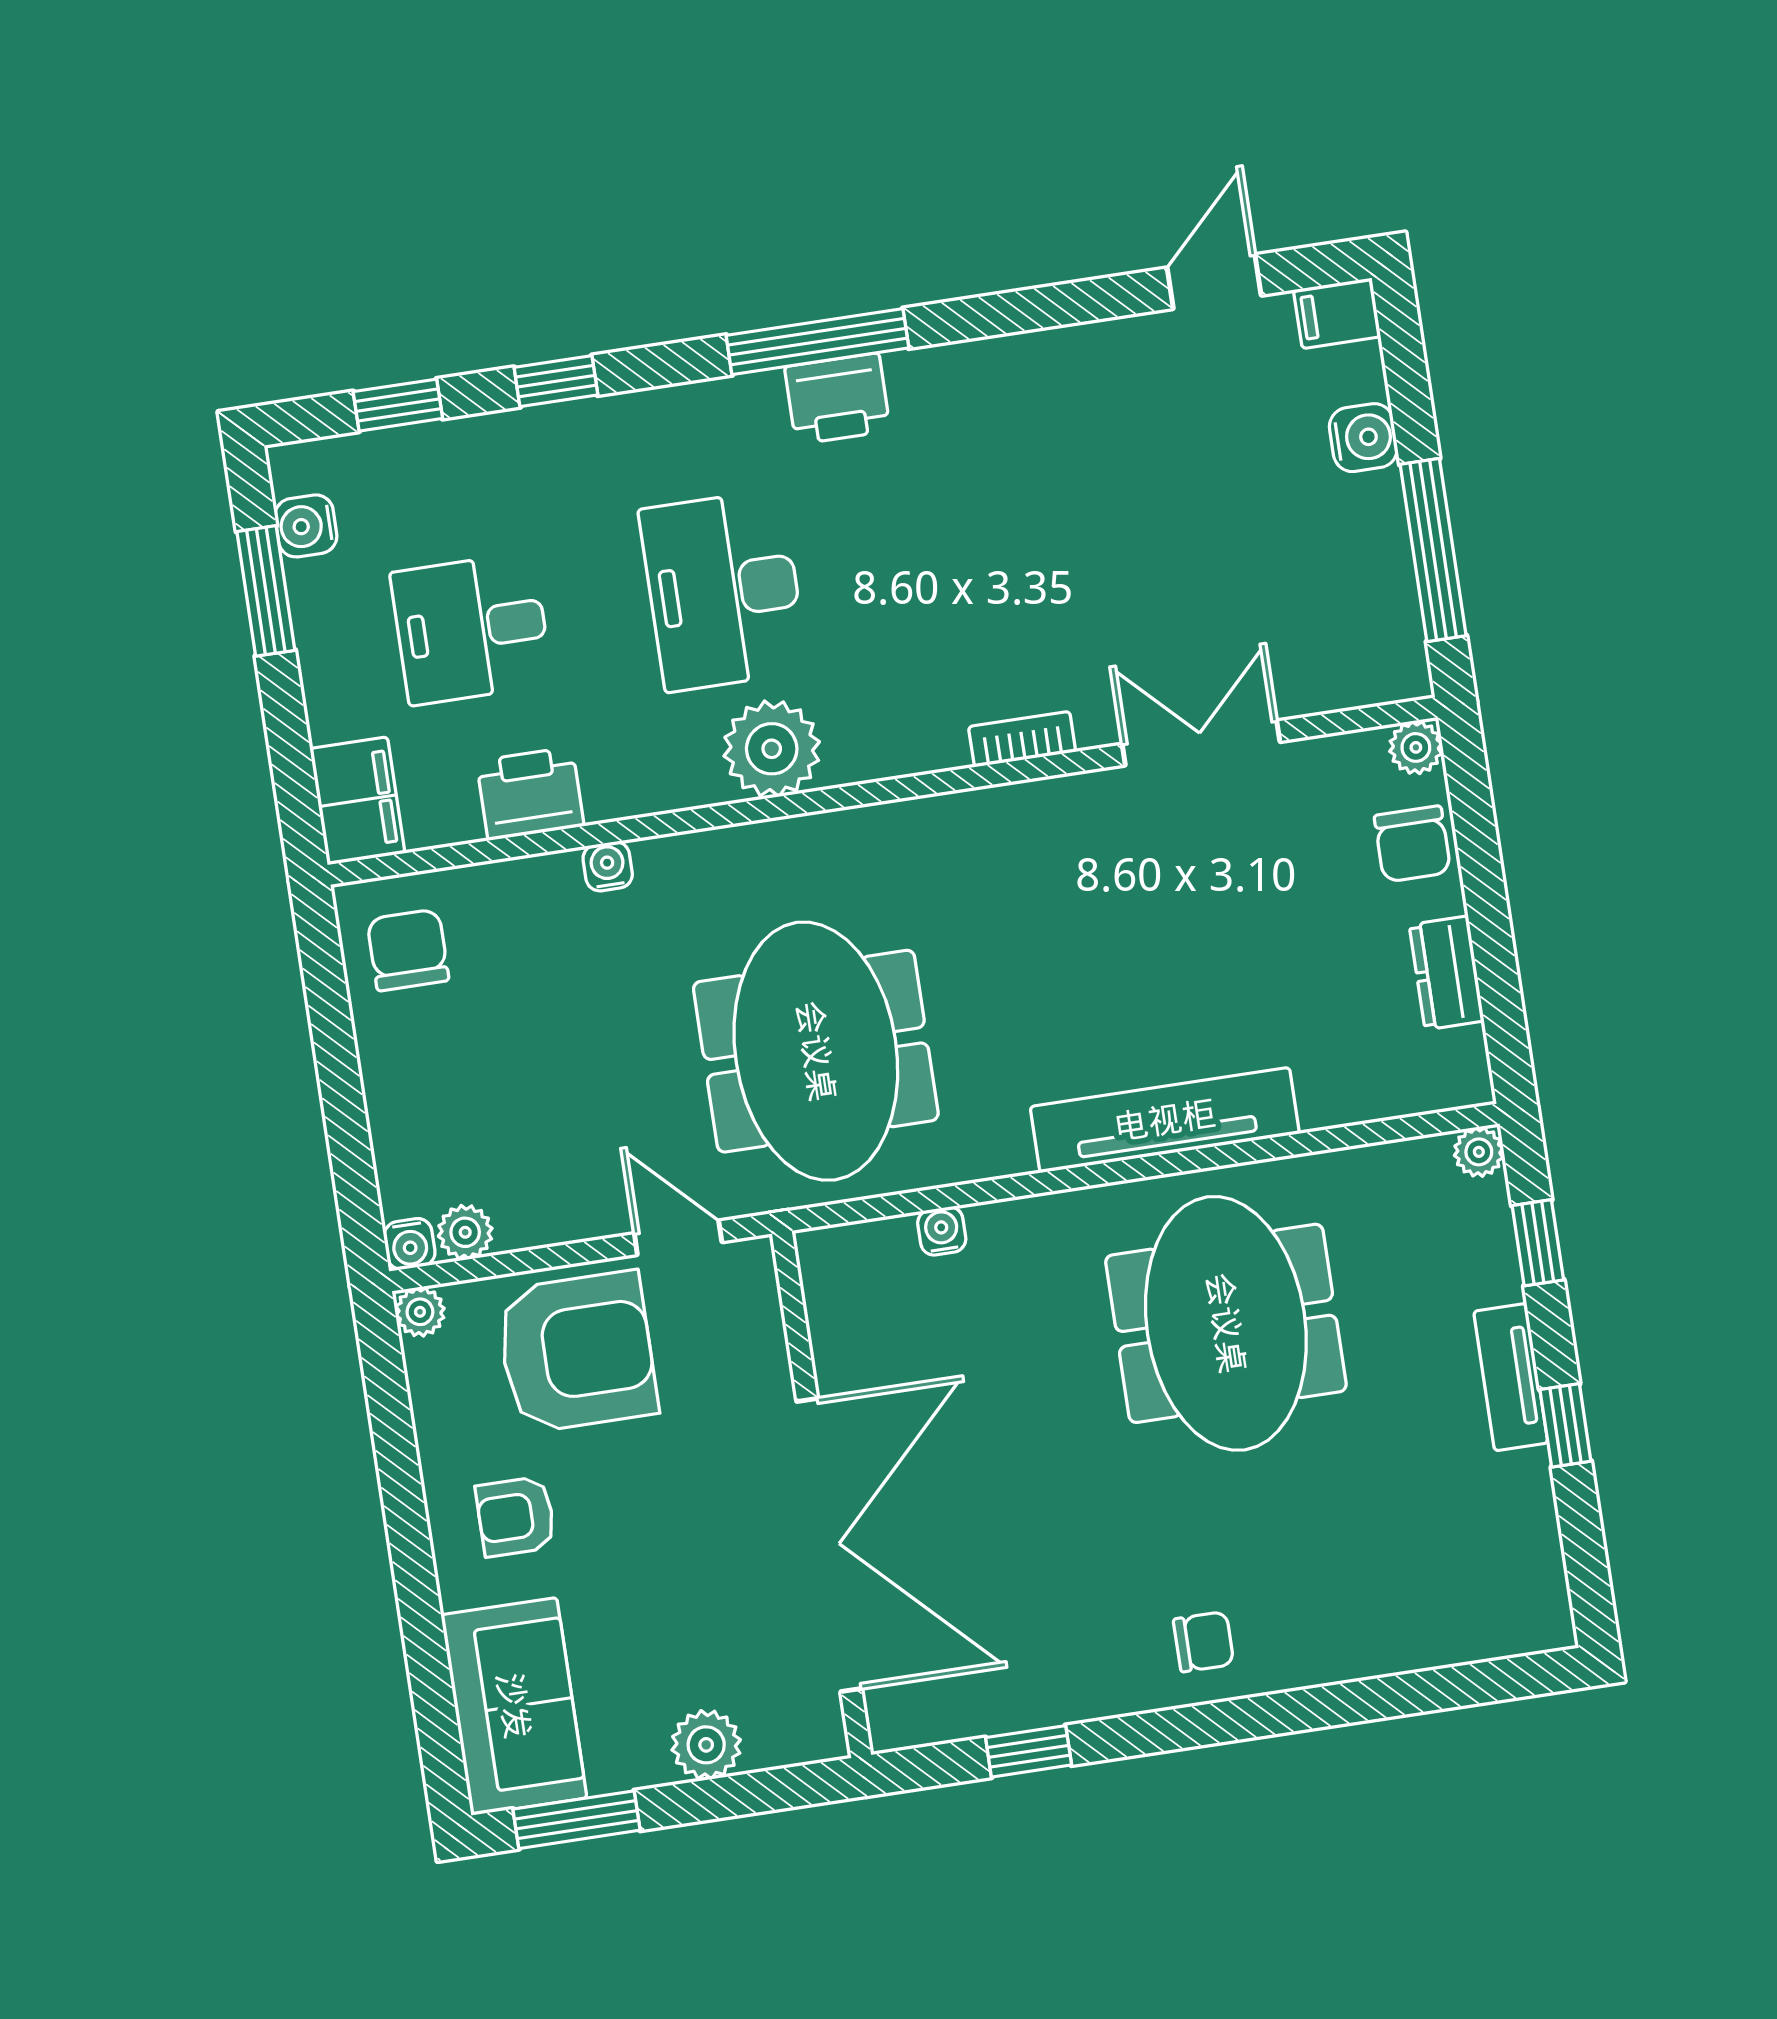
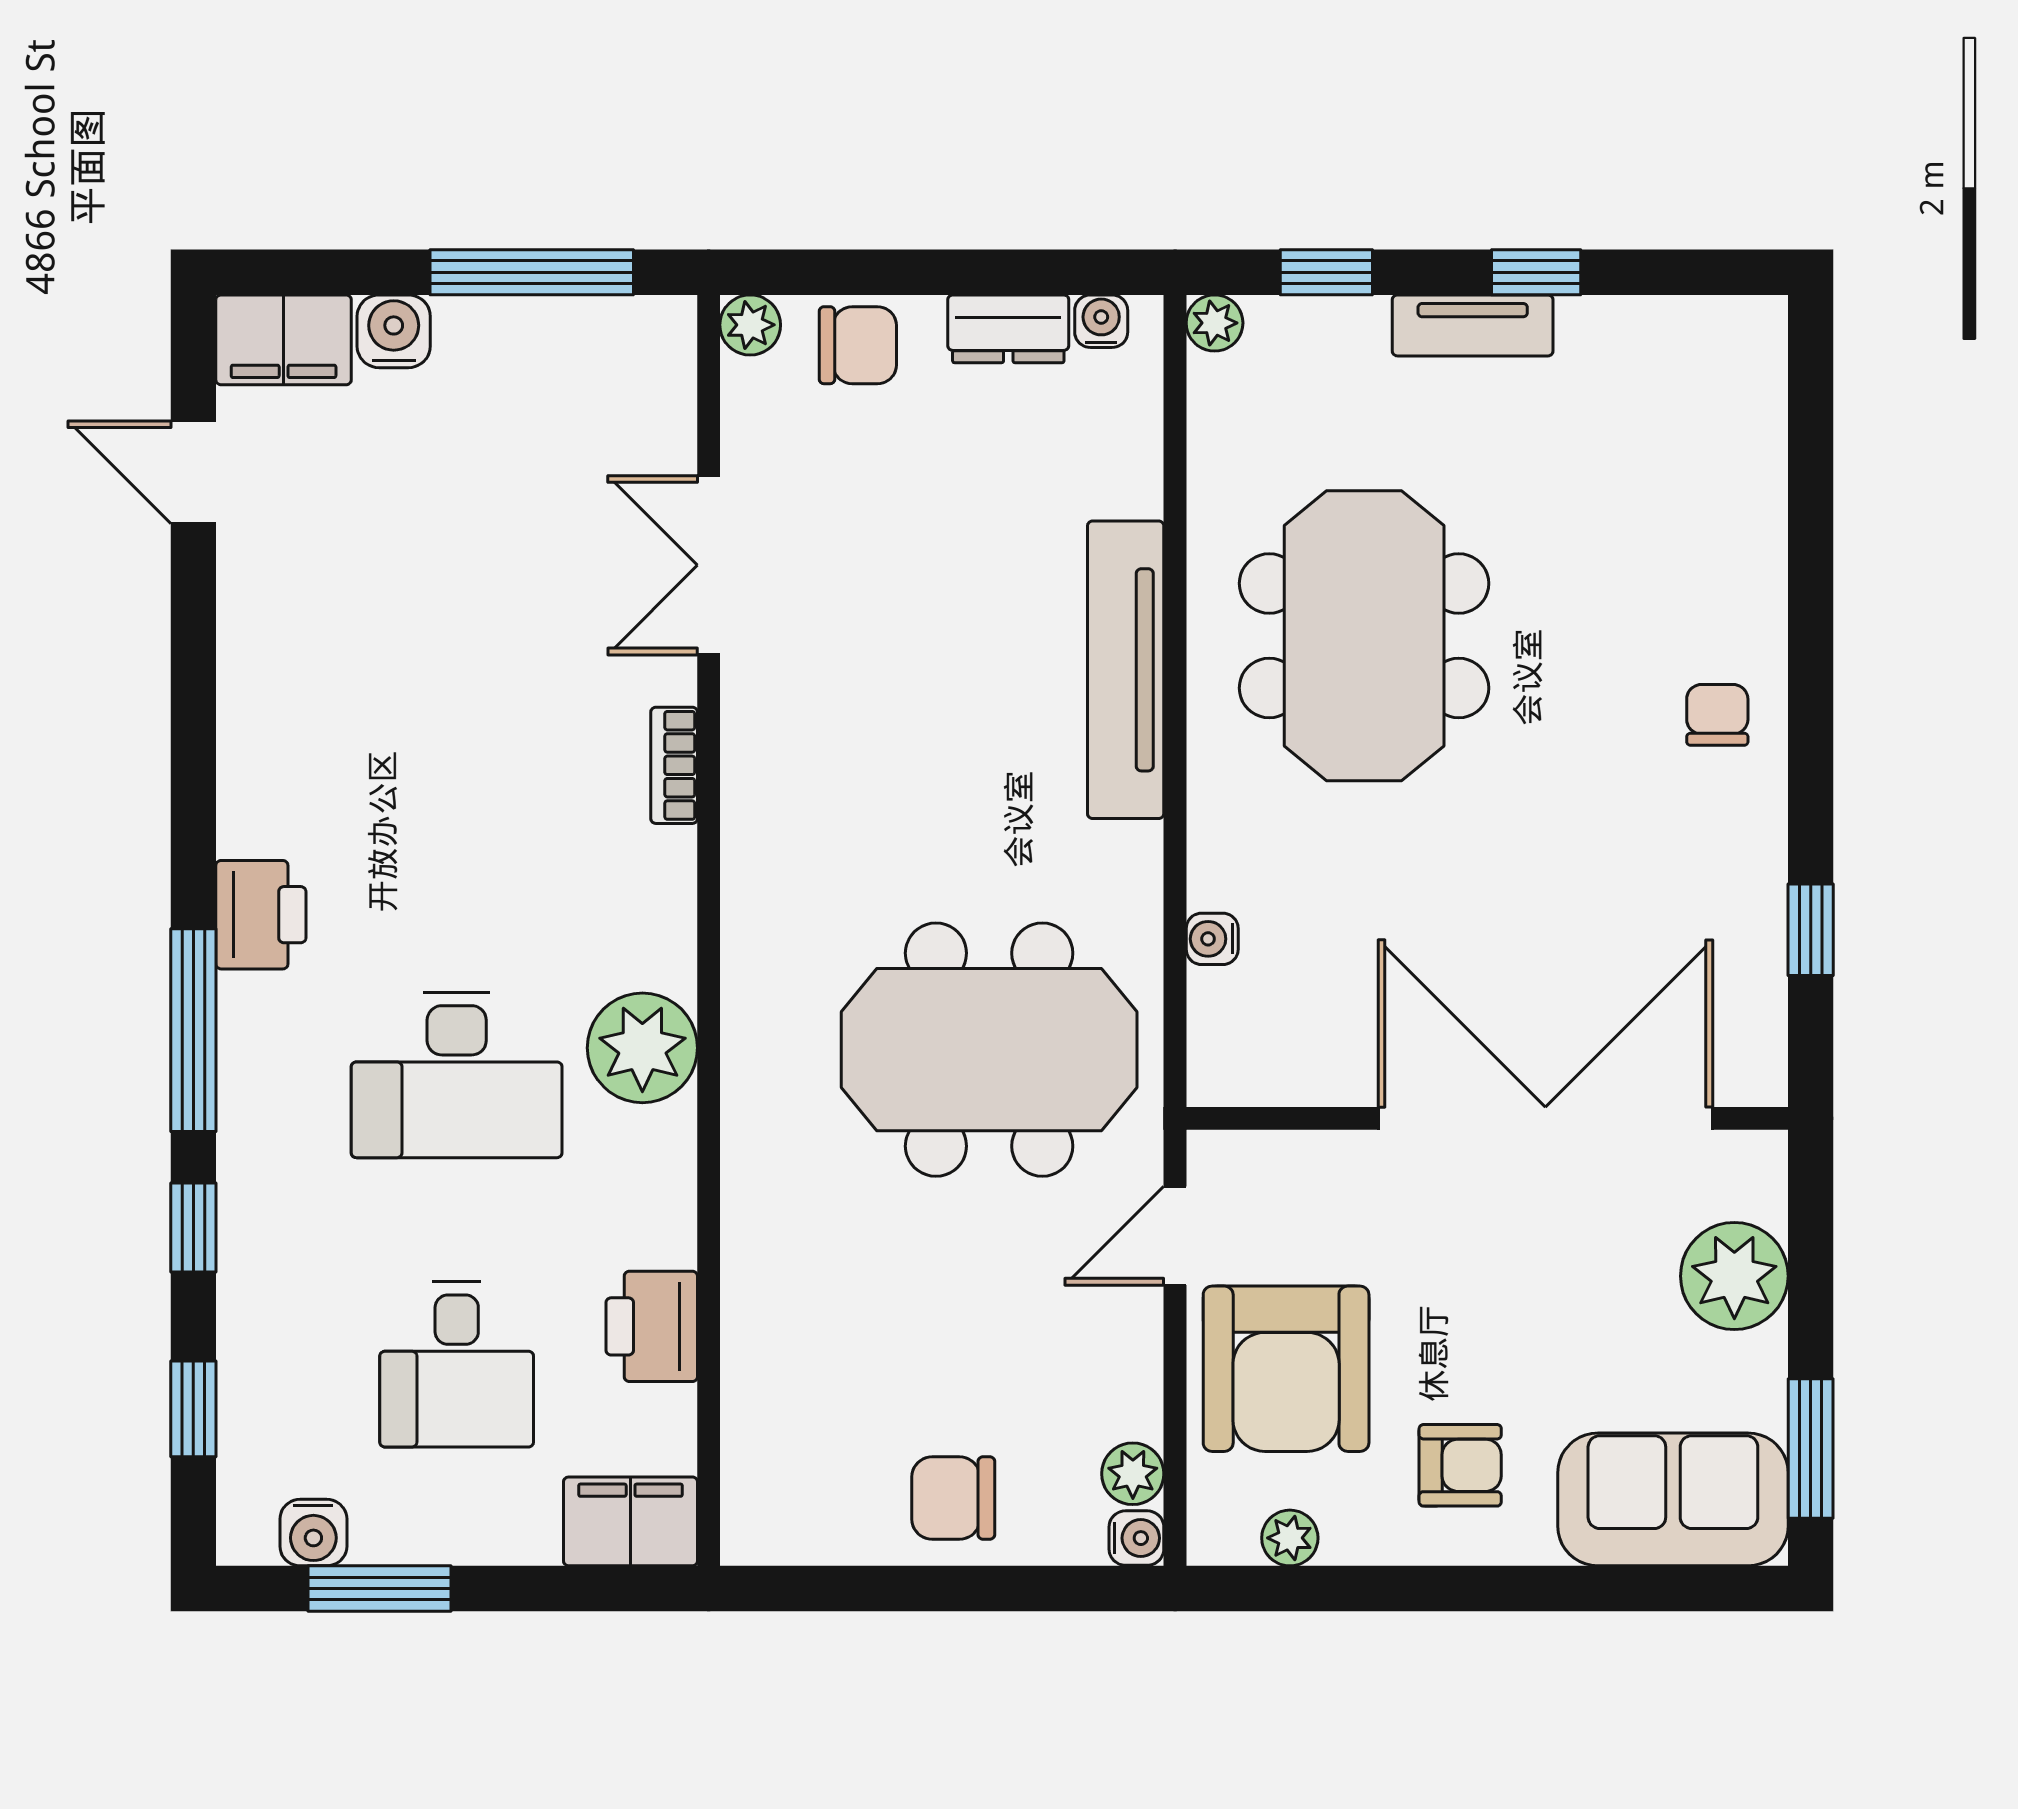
filing cabinet: (1337, 313) -> (284, 340), width x2.00
window: (817, 342) -> (193, 1030), moved
water cooler: (608, 866) -> (1101, 321), moved, turned 90
chair: (408, 950) -> (953, 1498), moved
plant: (420, 1312) -> (1290, 1538), moved
meeting table: (1226, 1323) -> (1364, 636), turned 90
armchair: (577, 1352) -> (1286, 1369), turned 180
armchair: (516, 1516) -> (1460, 1465), turned -90
plant: (706, 1745) -> (1734, 1276), width x1.36, depth x1.36

